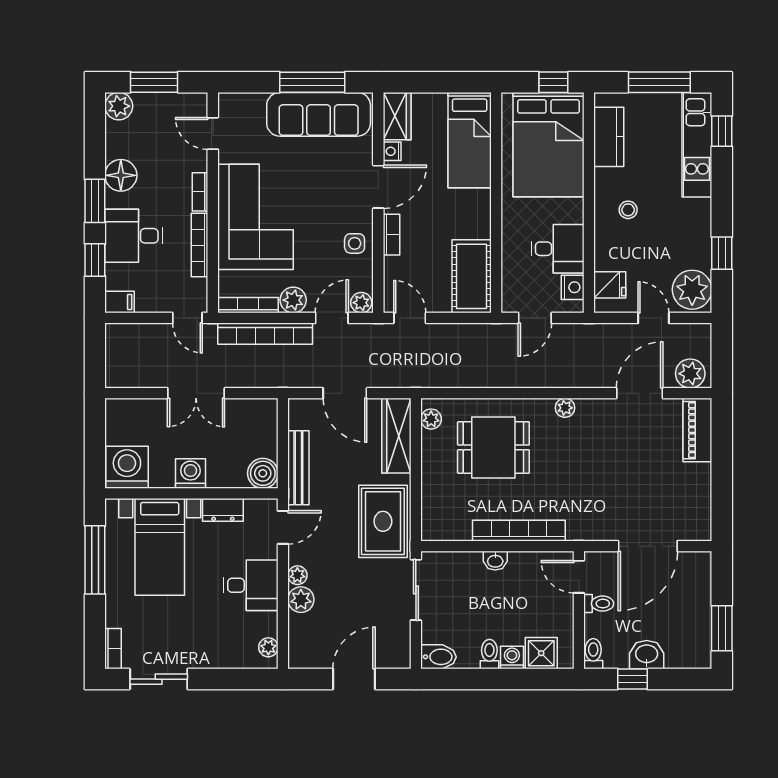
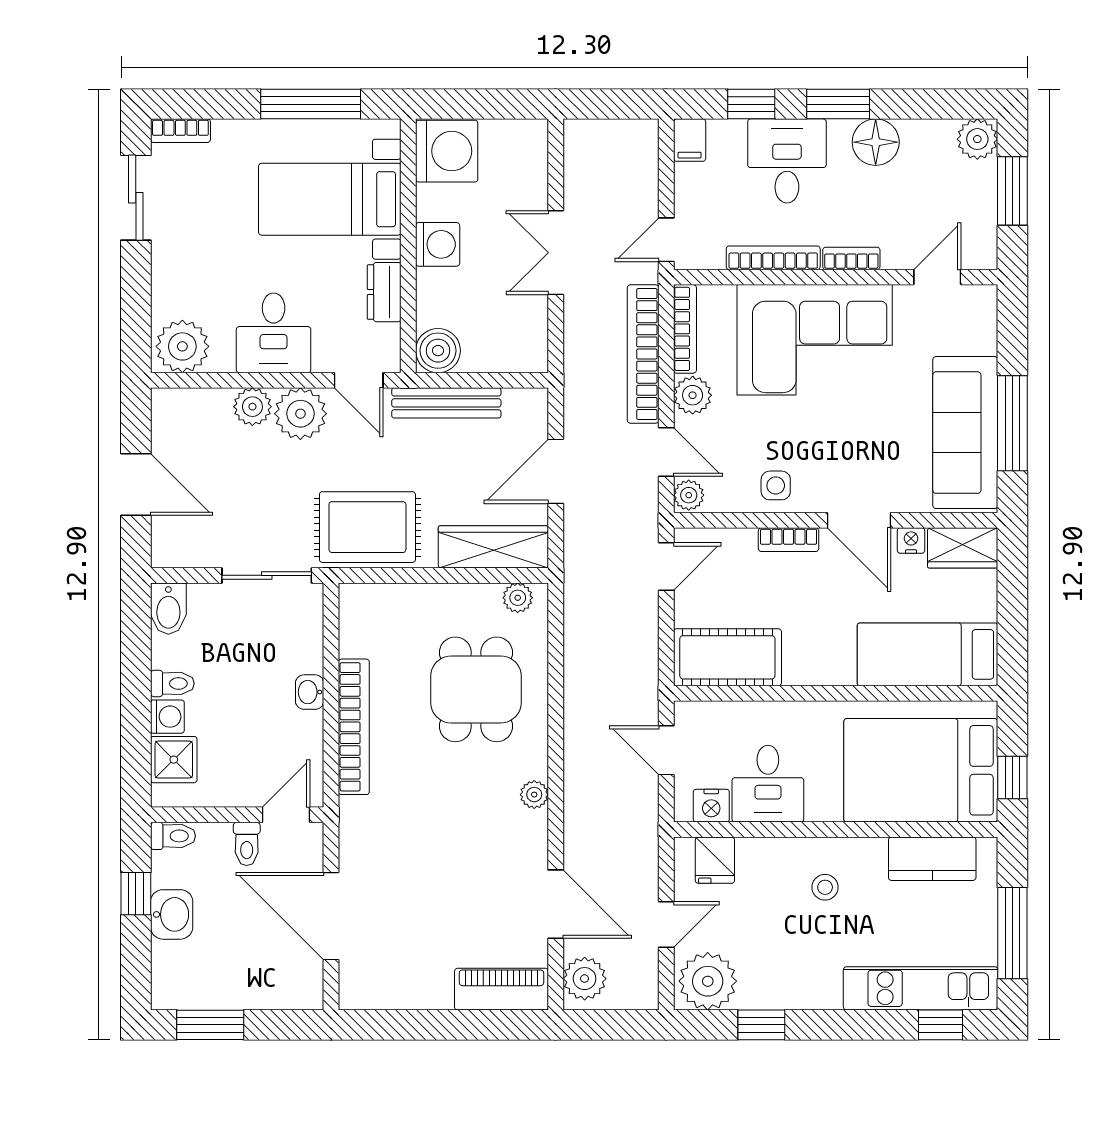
plant: (297, 575) -> (300, 414), width x1.88, depth x1.88
plant: (268, 647) -> (182, 346), width x1.88, depth x1.88

